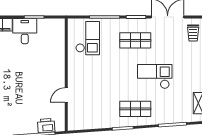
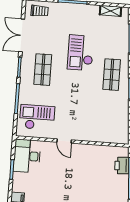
desk: (25, 31) -> (27, 156), moved, width x1.37
door: (66, 95) -> (64, 141), moved

